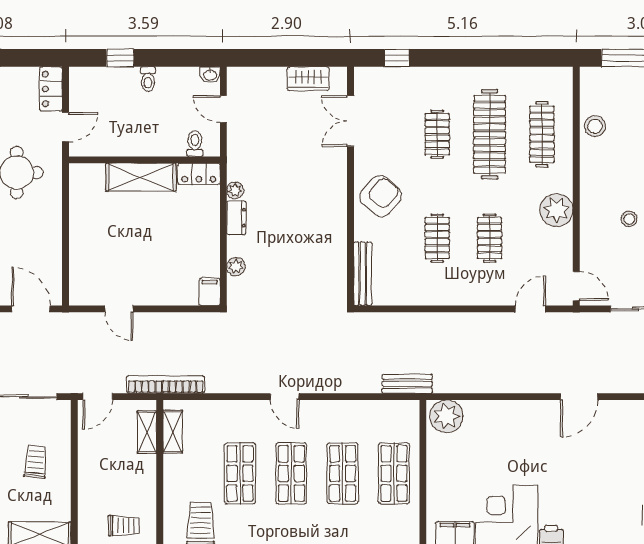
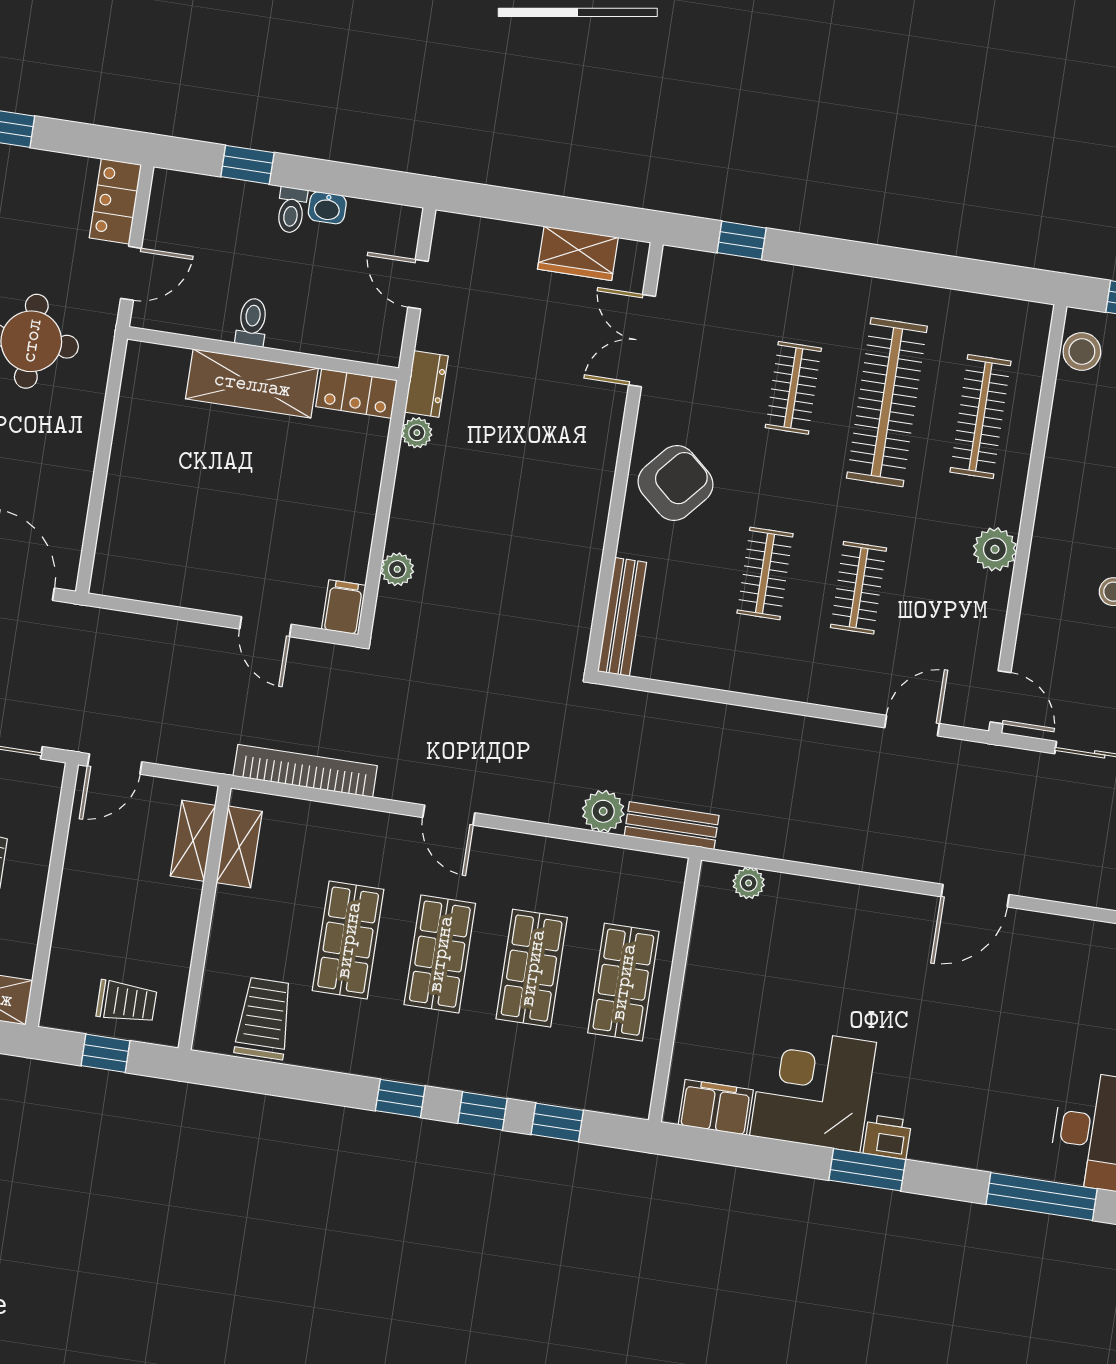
washbasin: (210, 75) -> (327, 208), moved
stool: (595, 126) -> (1082, 351), moved
toilet: (195, 144) -> (252, 322), moved
plant: (556, 210) -> (995, 549), width x0.73, depth x0.73
dresser: (236, 218) -> (426, 384), moved
door: (119, 309) -> (265, 627), moved
plant: (369, 382) -> (603, 811), added
bookcase: (166, 384) -> (305, 771), moved
plant: (446, 416) -> (749, 883), width x0.53, depth x0.53

